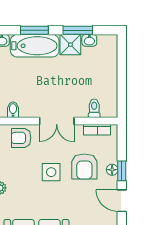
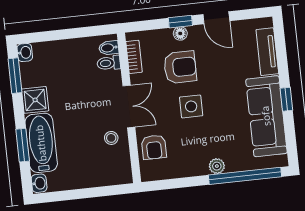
window: (78, 30) -> (15, 76), moved
washbasin: (89, 40) -> (25, 52), moved
stool: (32, 104) -> (111, 138), added
bidet: (13, 110) -> (109, 48), moved
door: (122, 201) -> (216, 18), hinge flipped

